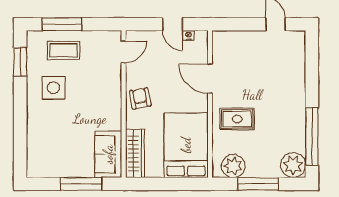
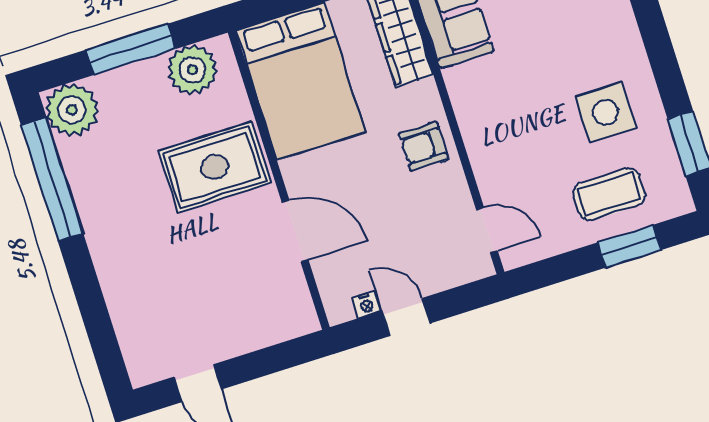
window: (62, 24) -> (629, 246), width x0.69
door: (124, 52) -> (487, 230), swing flipped
armchair: (140, 98) -> (424, 146), turned 101
rug: (237, 119) -> (215, 167), width x1.36, depth x1.43

